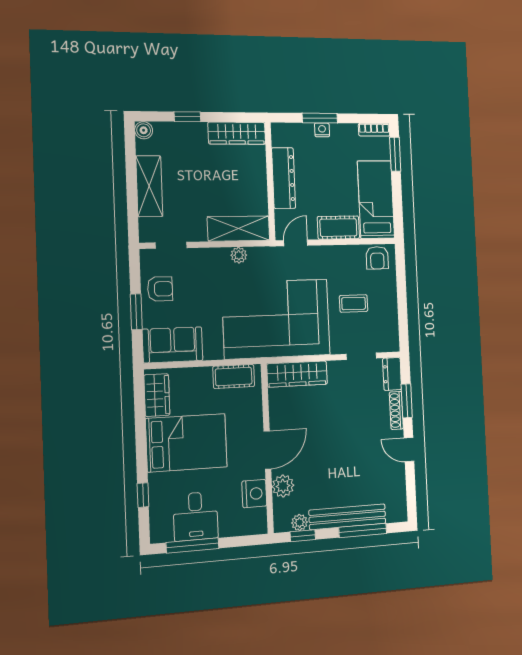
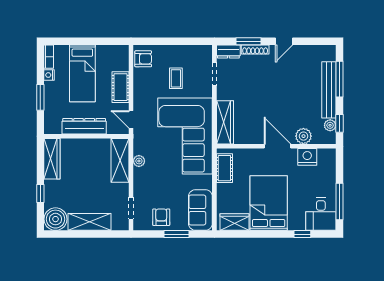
boiler: (144, 130) -> (55, 219), width x1.86, depth x1.86
nightstand: (322, 130) -> (49, 75), moved
window: (395, 154) -> (67, 41), removed
bed: (376, 200) -> (82, 73), moved, turned -90
desk: (196, 516) -> (321, 214), moved, turned 90

